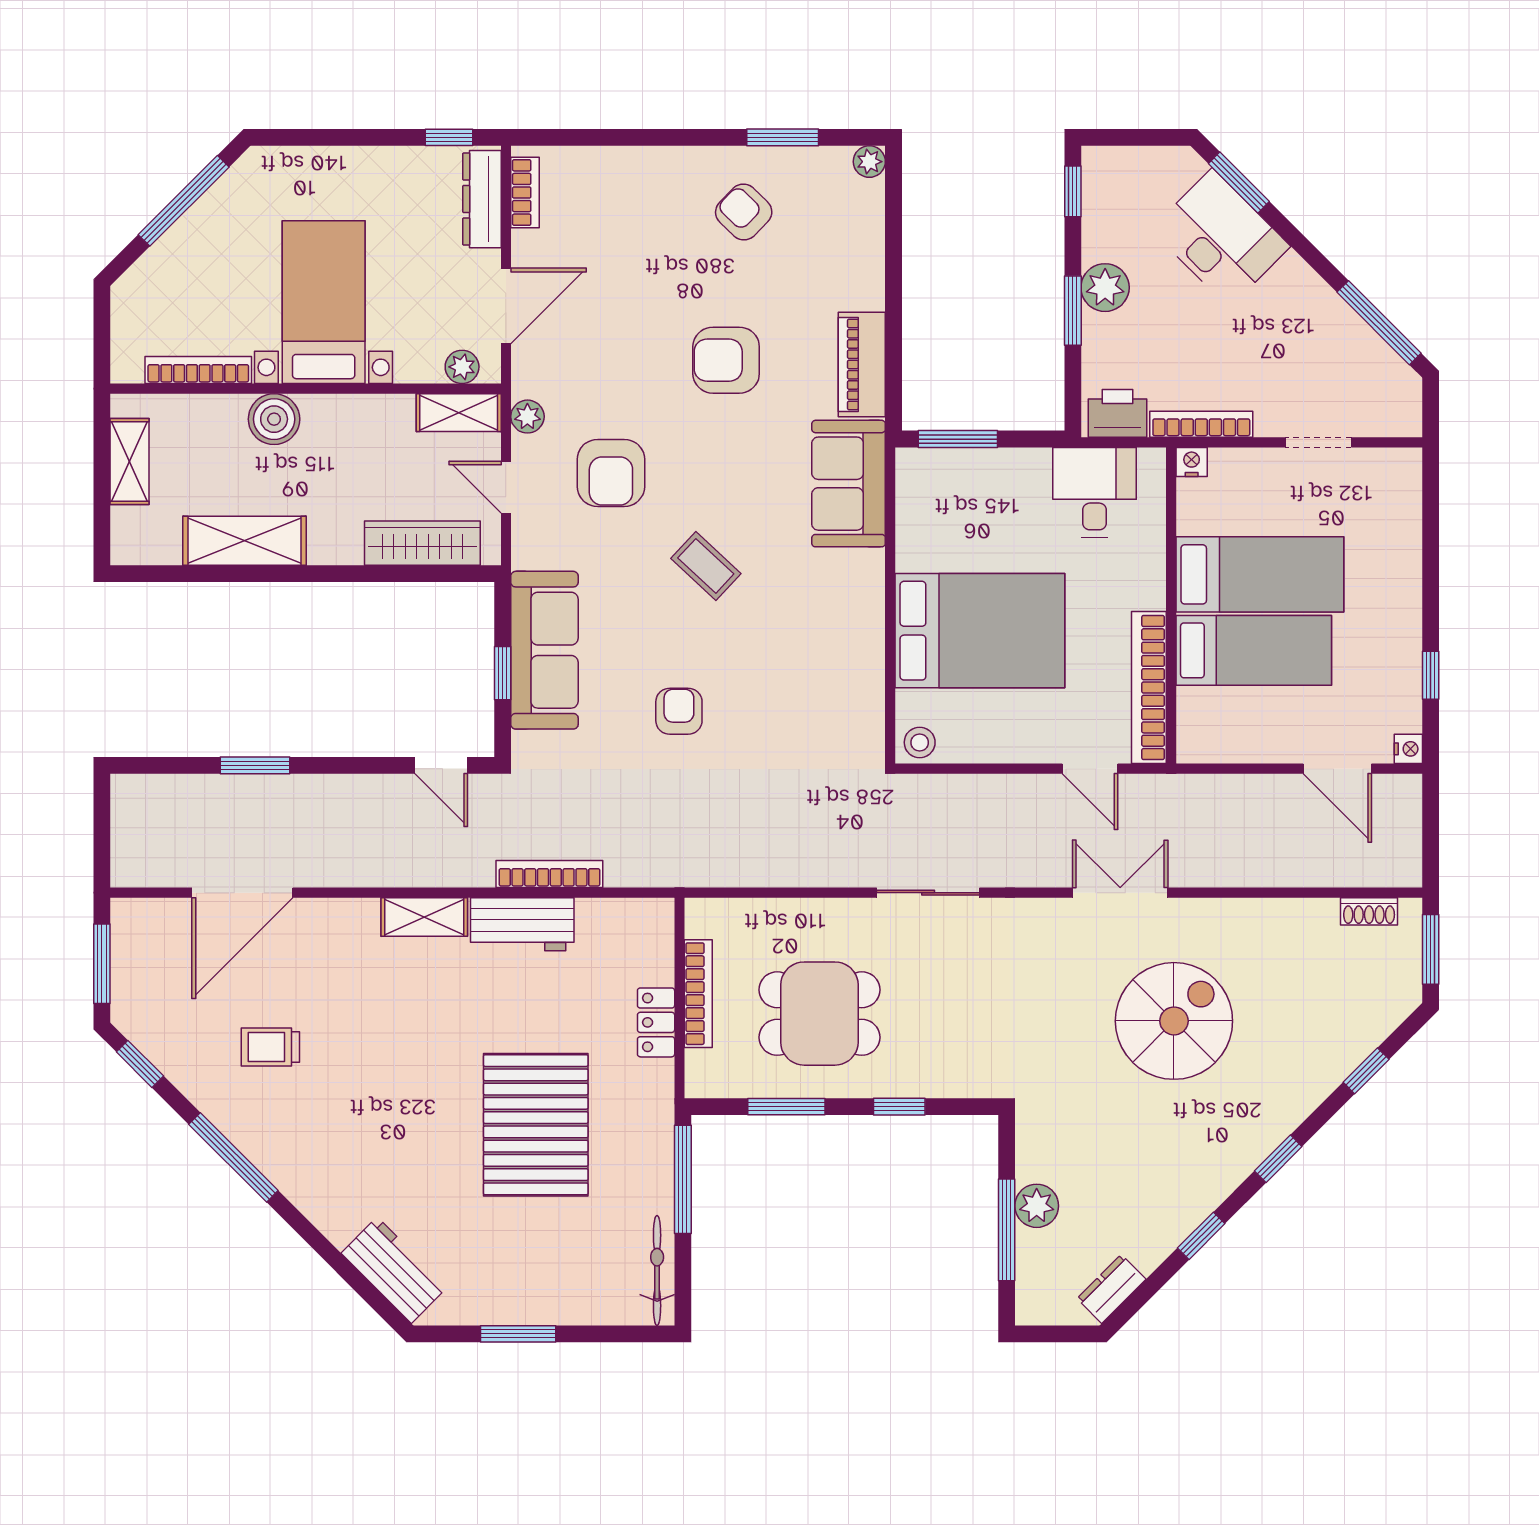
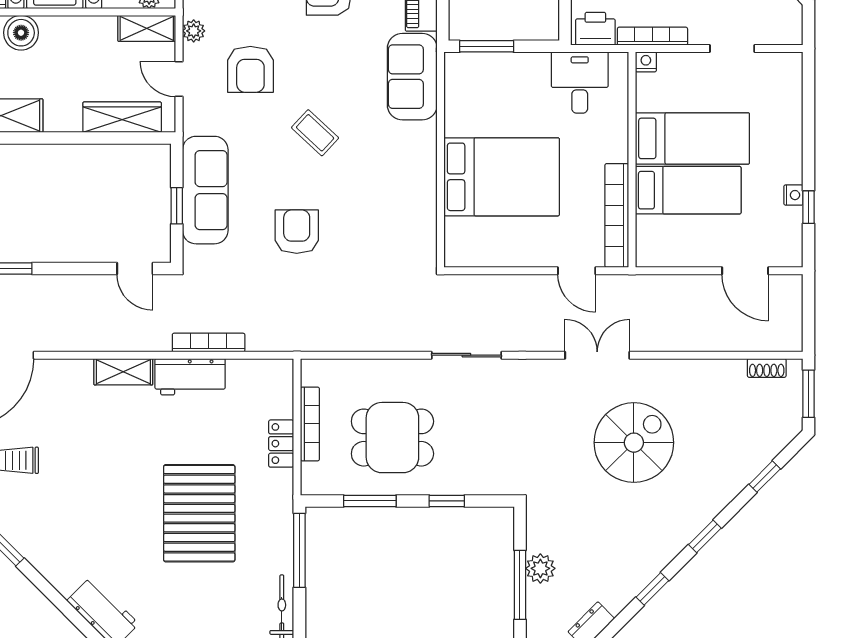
armchair: (679, 711) -> (297, 232), width x1.38, depth x1.38
stool: (920, 742) -> (461, 253), removed
nightstand: (1408, 749) -> (793, 195), moved

